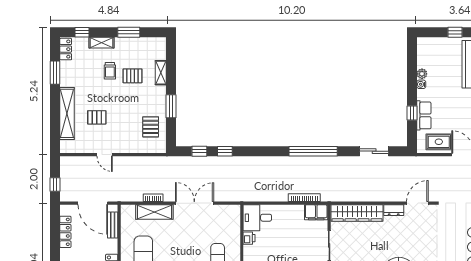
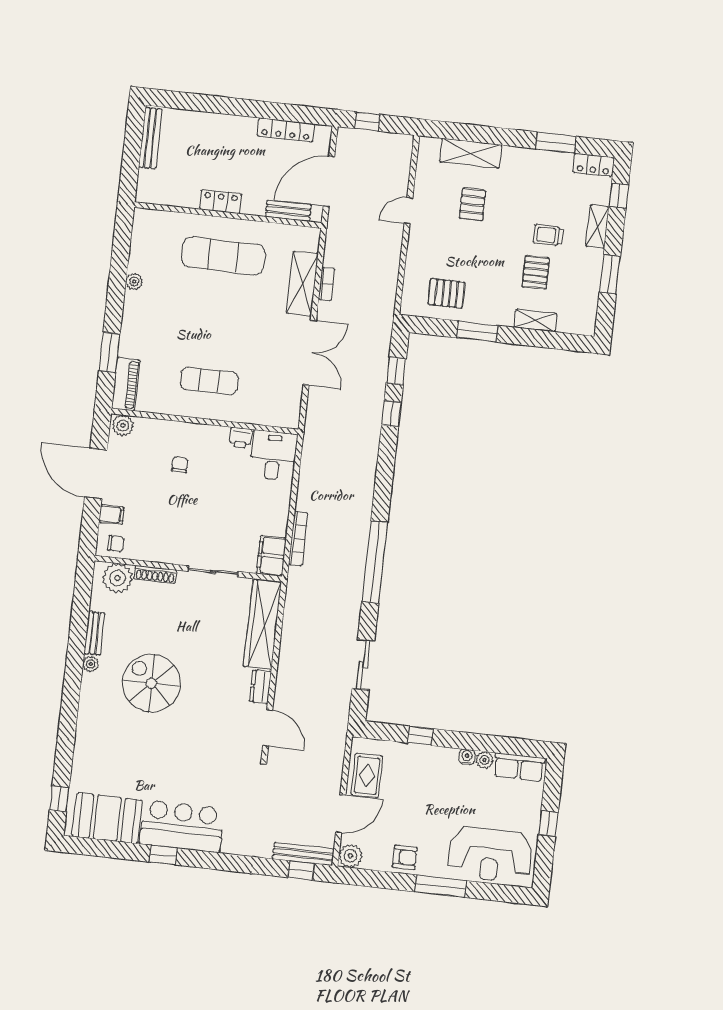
shelving: (67, 113) -> (471, 153), width x0.68
row of seats: (424, 115) -> (519, 767), moved

